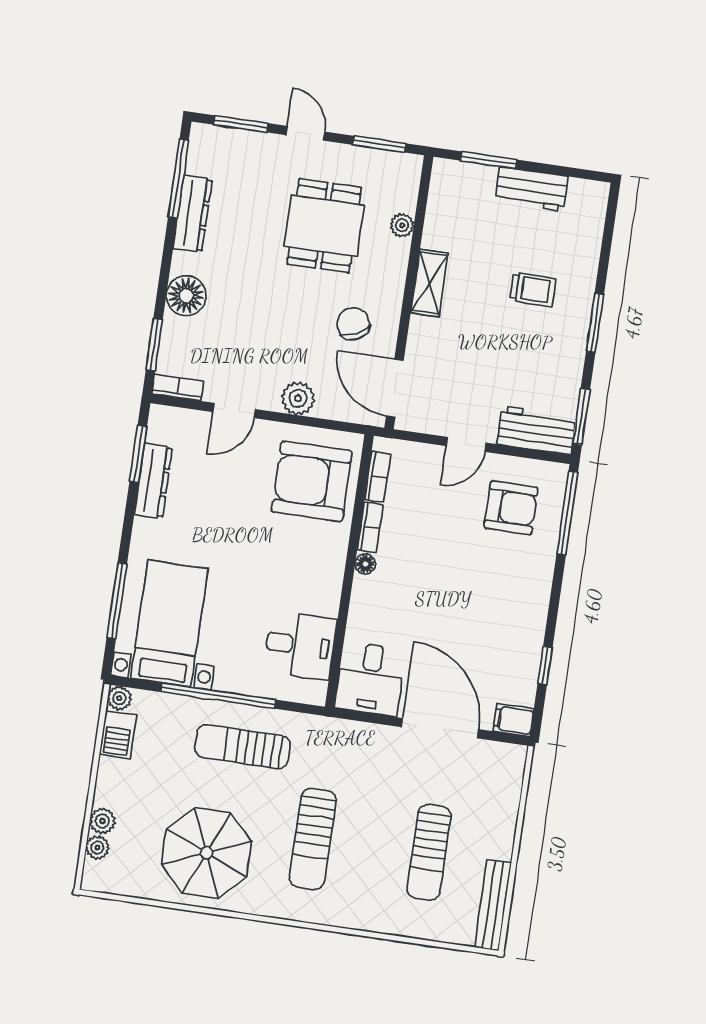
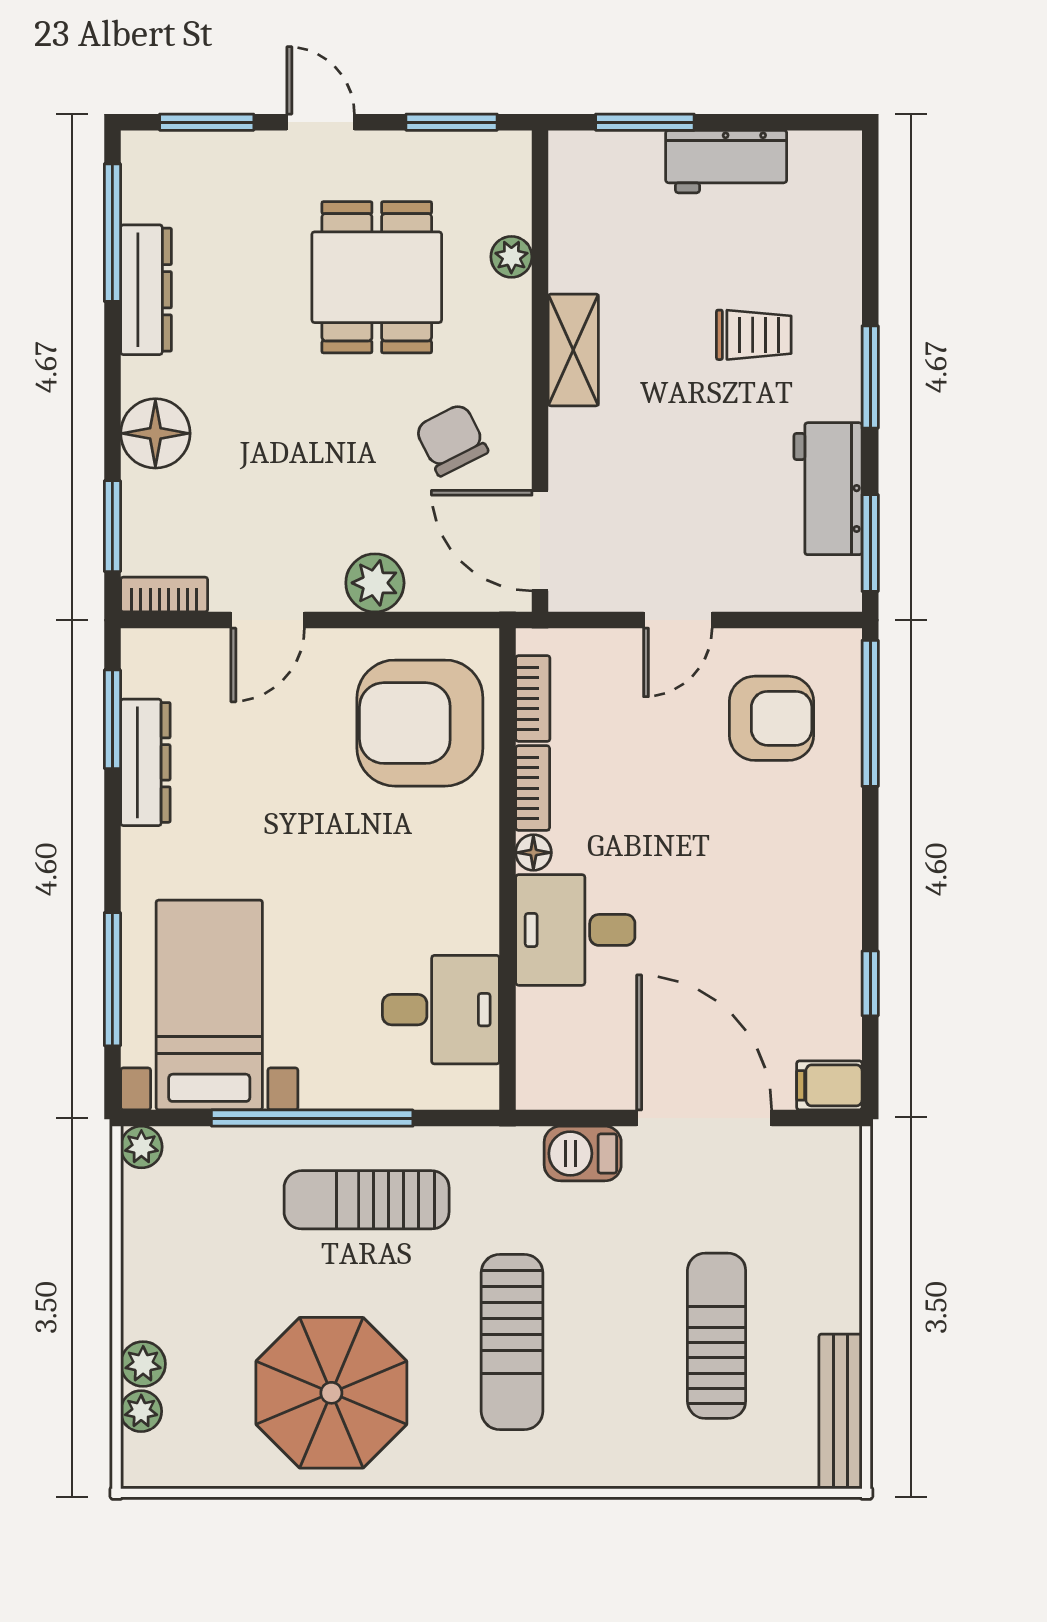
workbench: (537, 430) -> (828, 489), moved, turned -90
desk: (370, 679) -> (575, 930), moved, turned 90
barbecue: (118, 735) -> (583, 1153), moved, turned 90
sun lounger: (429, 852) -> (717, 1336), turned 180

